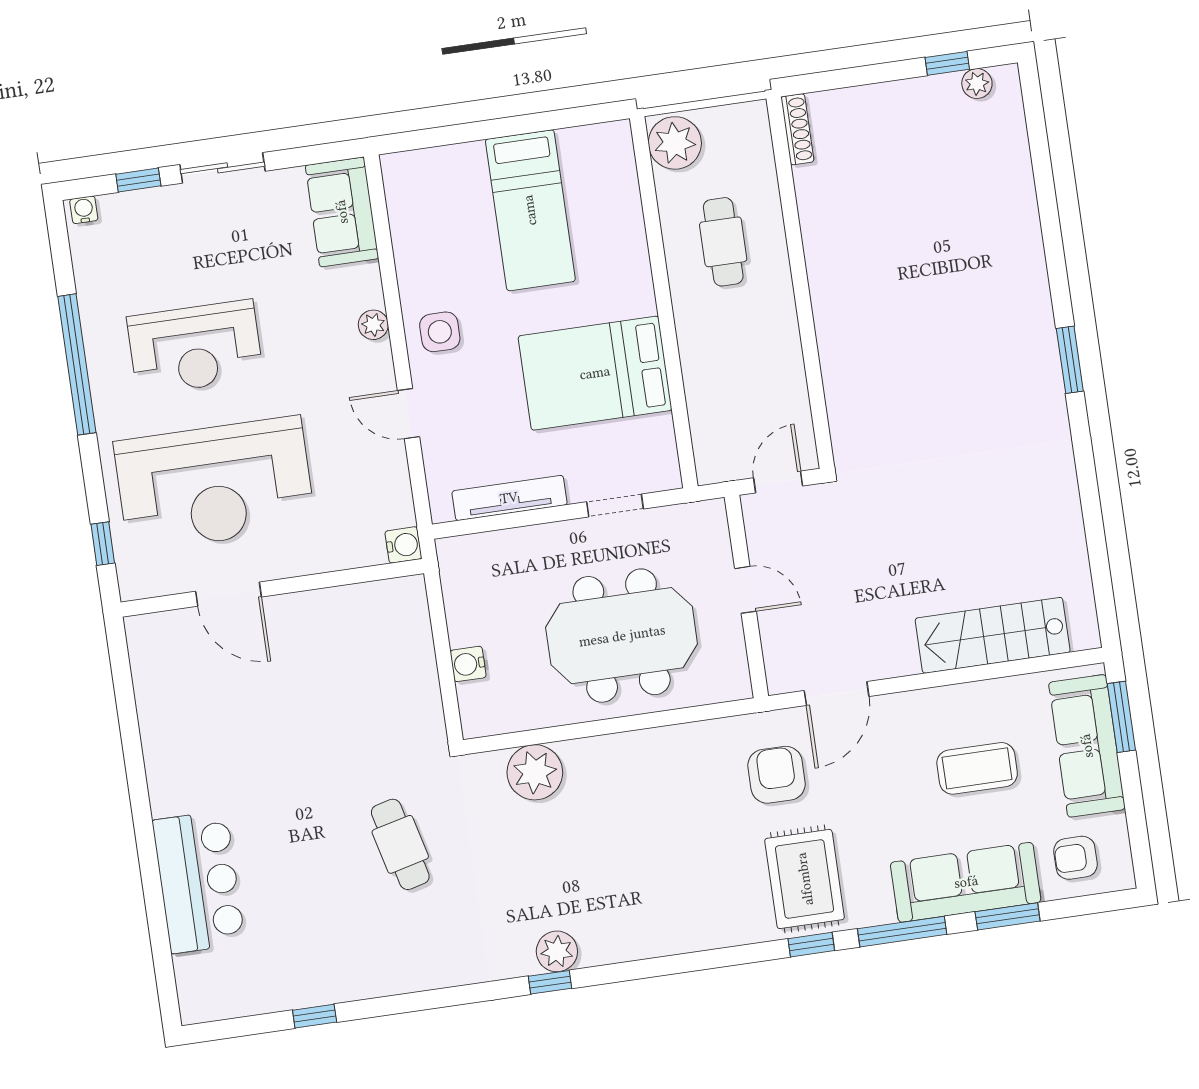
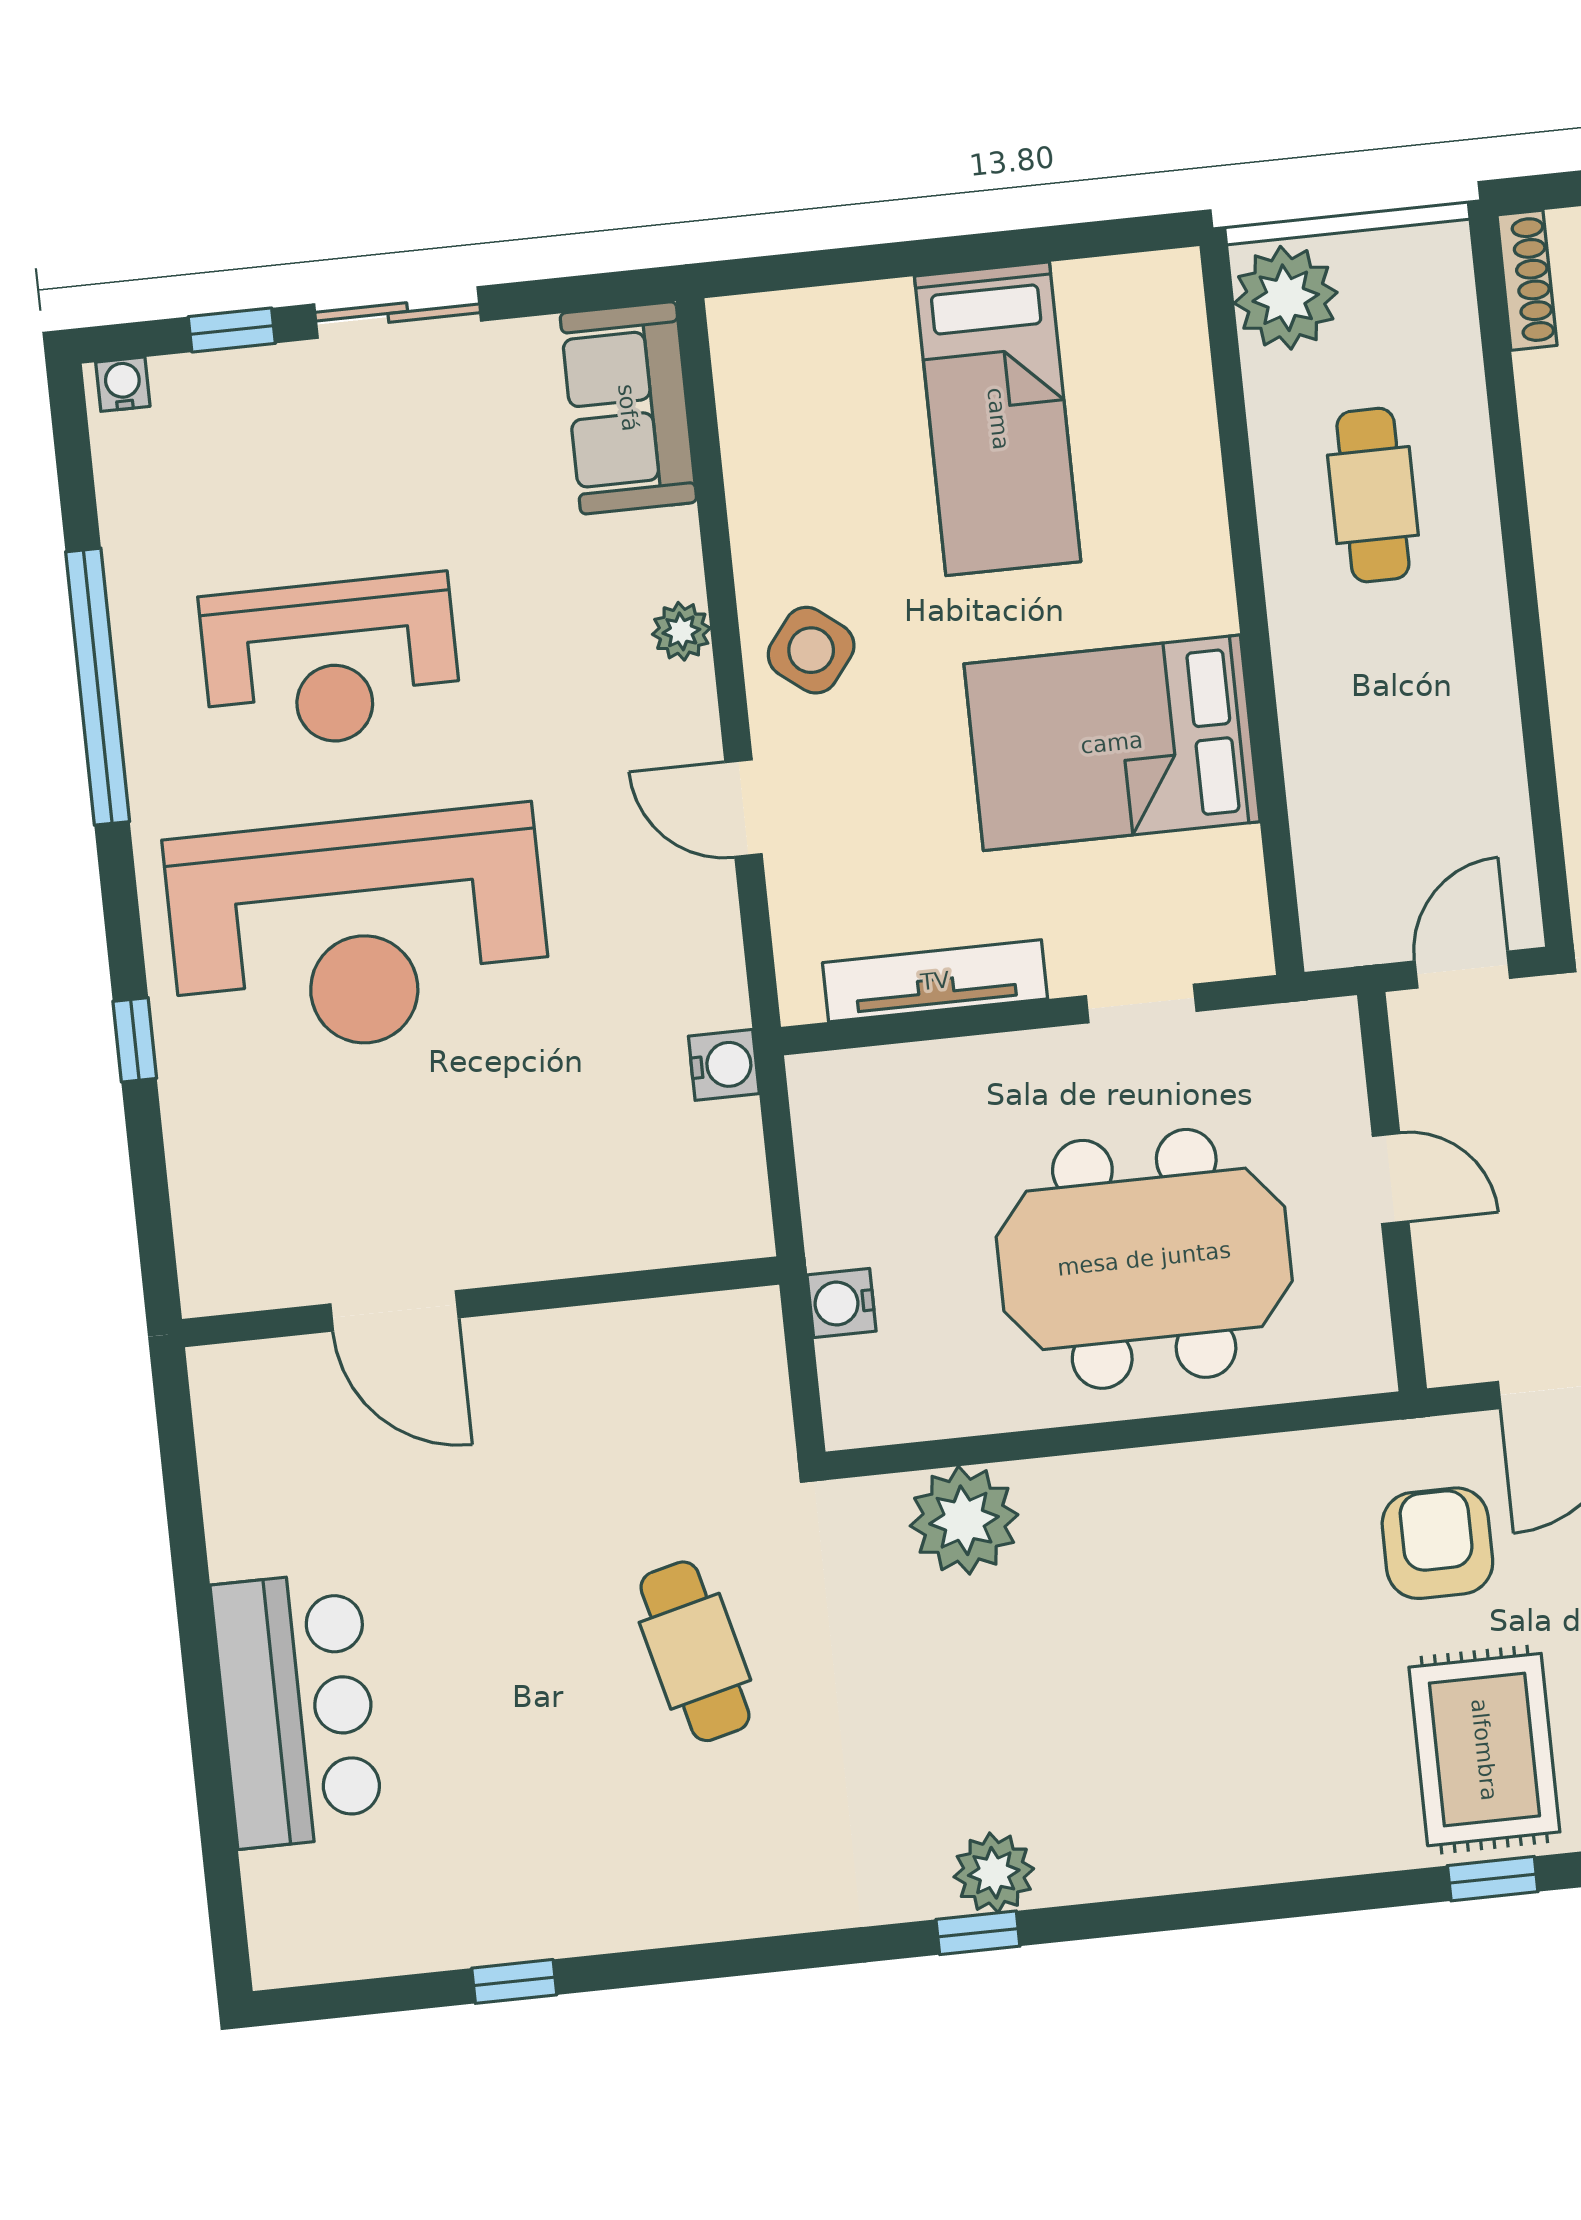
side table: (440, 332) -> (811, 650), turned 38
wall: (272, 588) -> (481, 1302), moved
door: (228, 594) -> (394, 1311), moved

